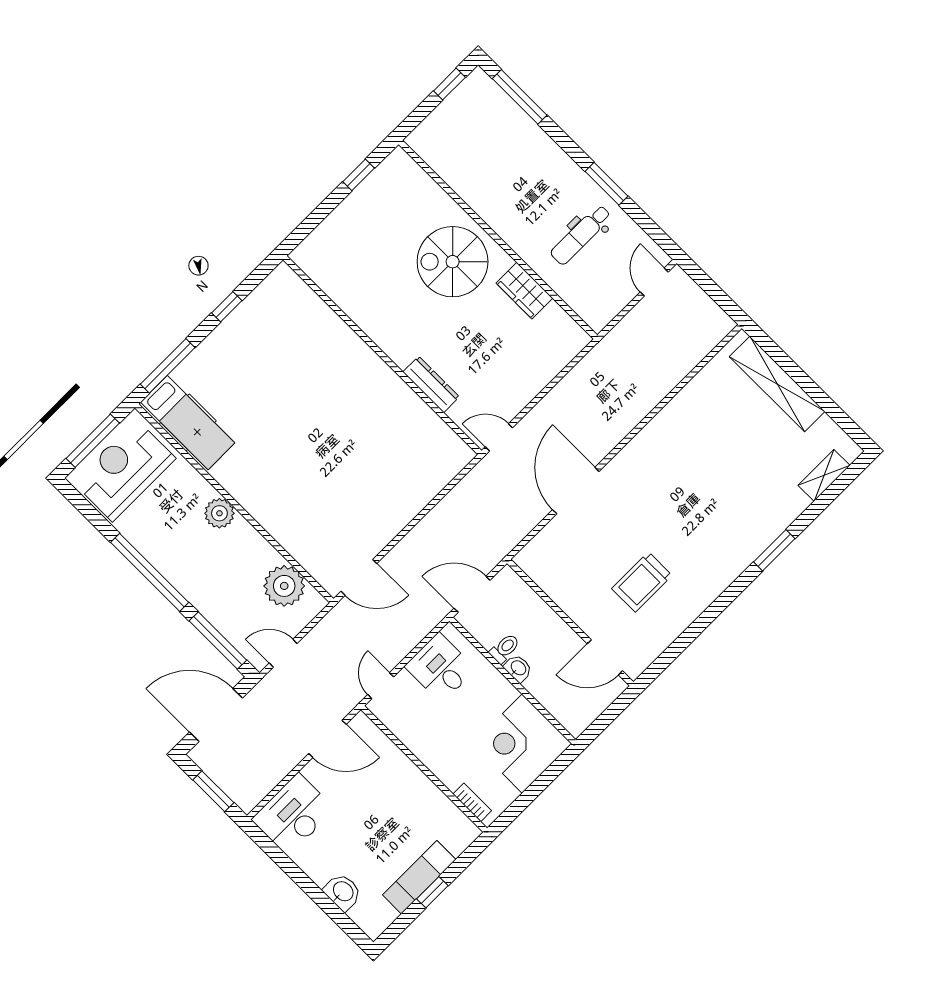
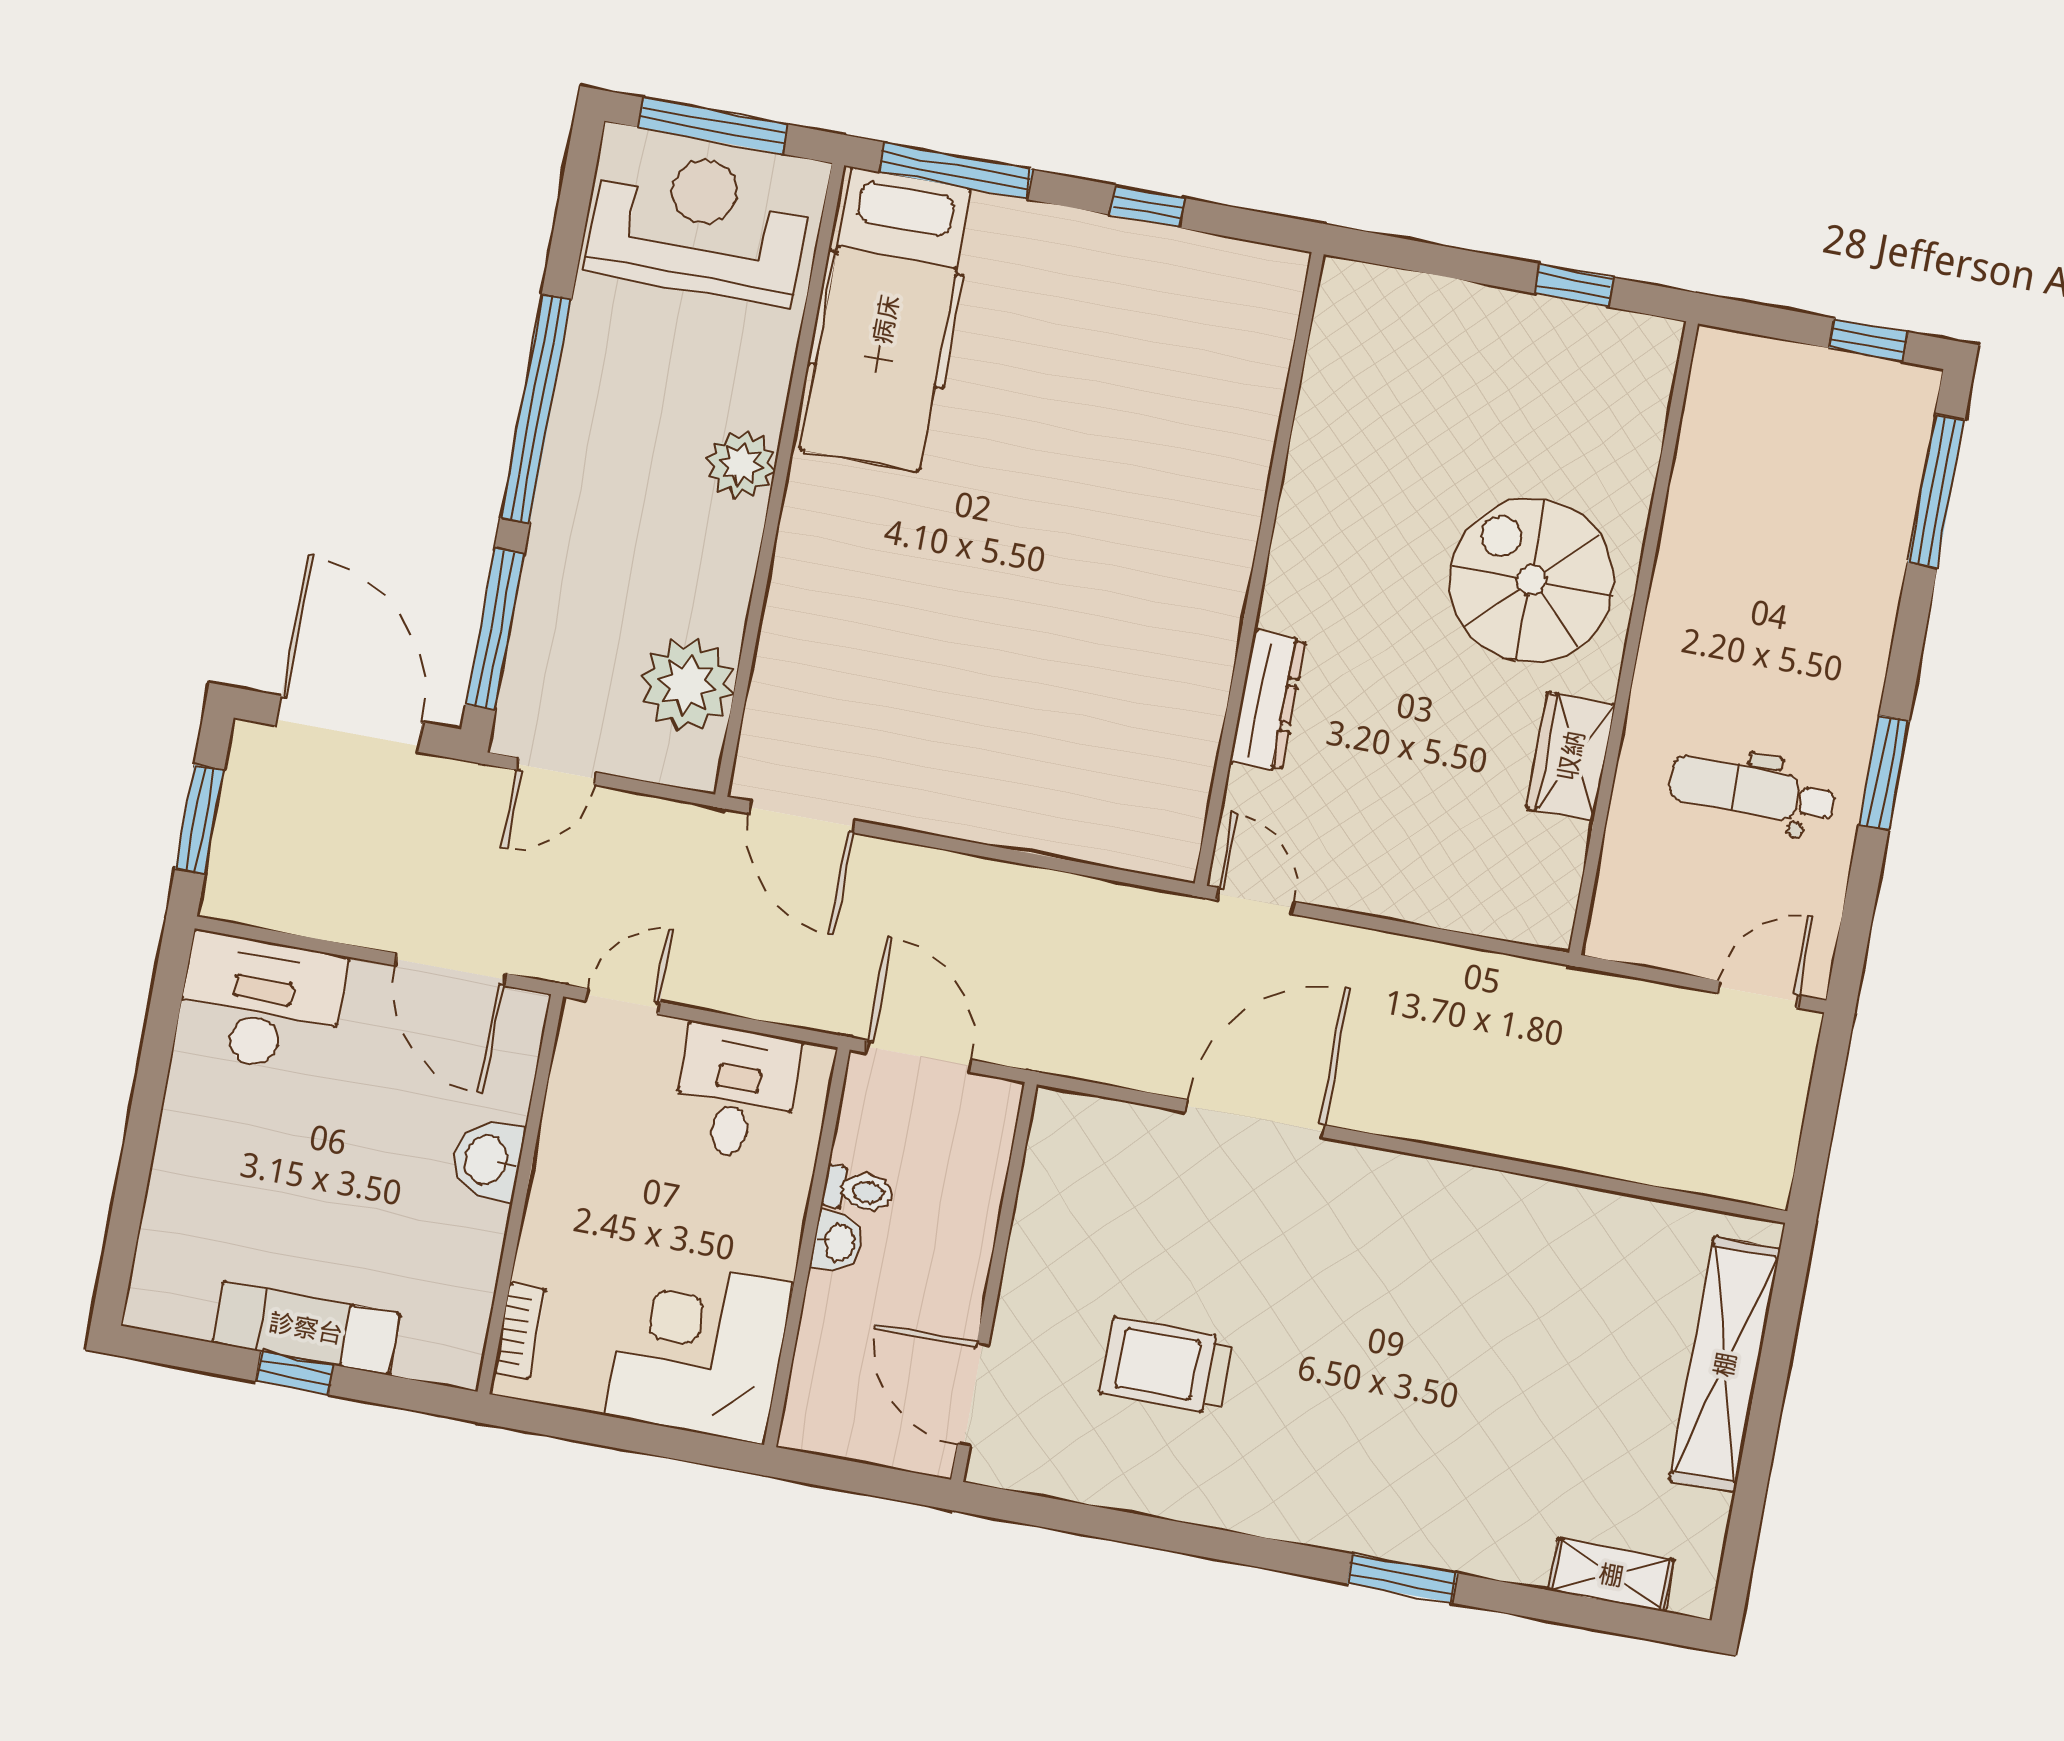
hospital bed: (188, 423) -> (886, 319), width x1.37, depth x1.29
door: (283, 653) -> (557, 771), swing flipped
washbasin: (343, 892) -> (487, 1160), moved, turned 180

